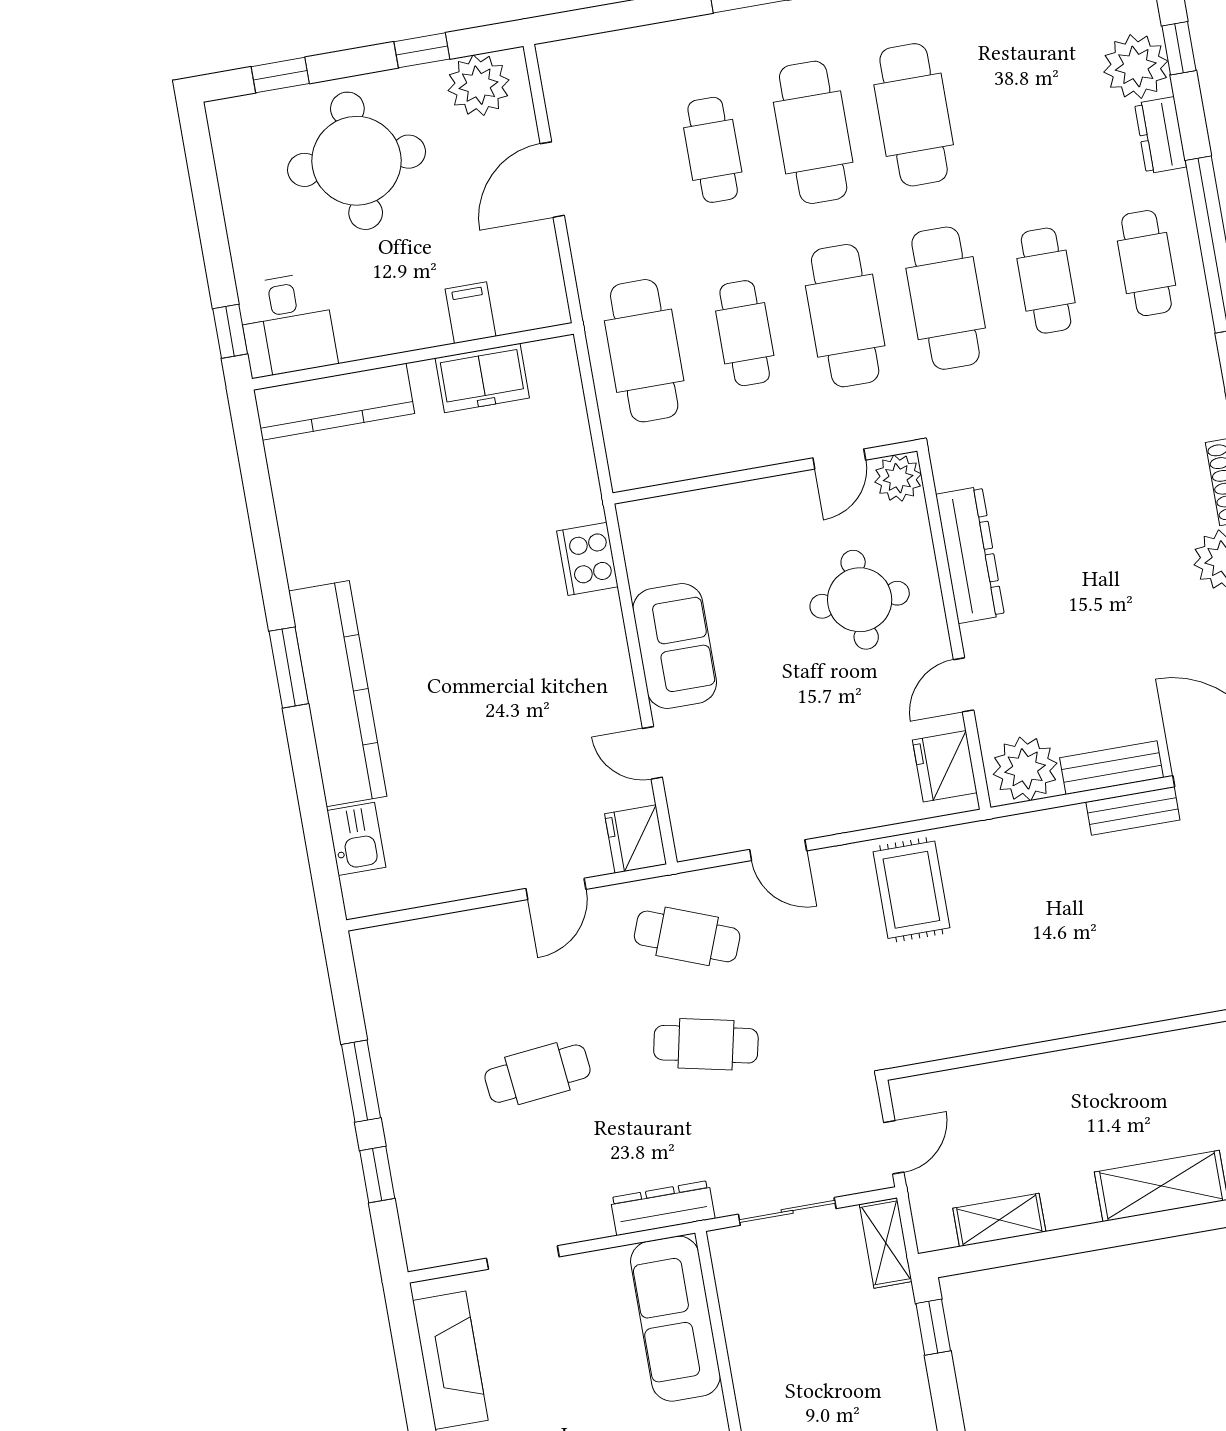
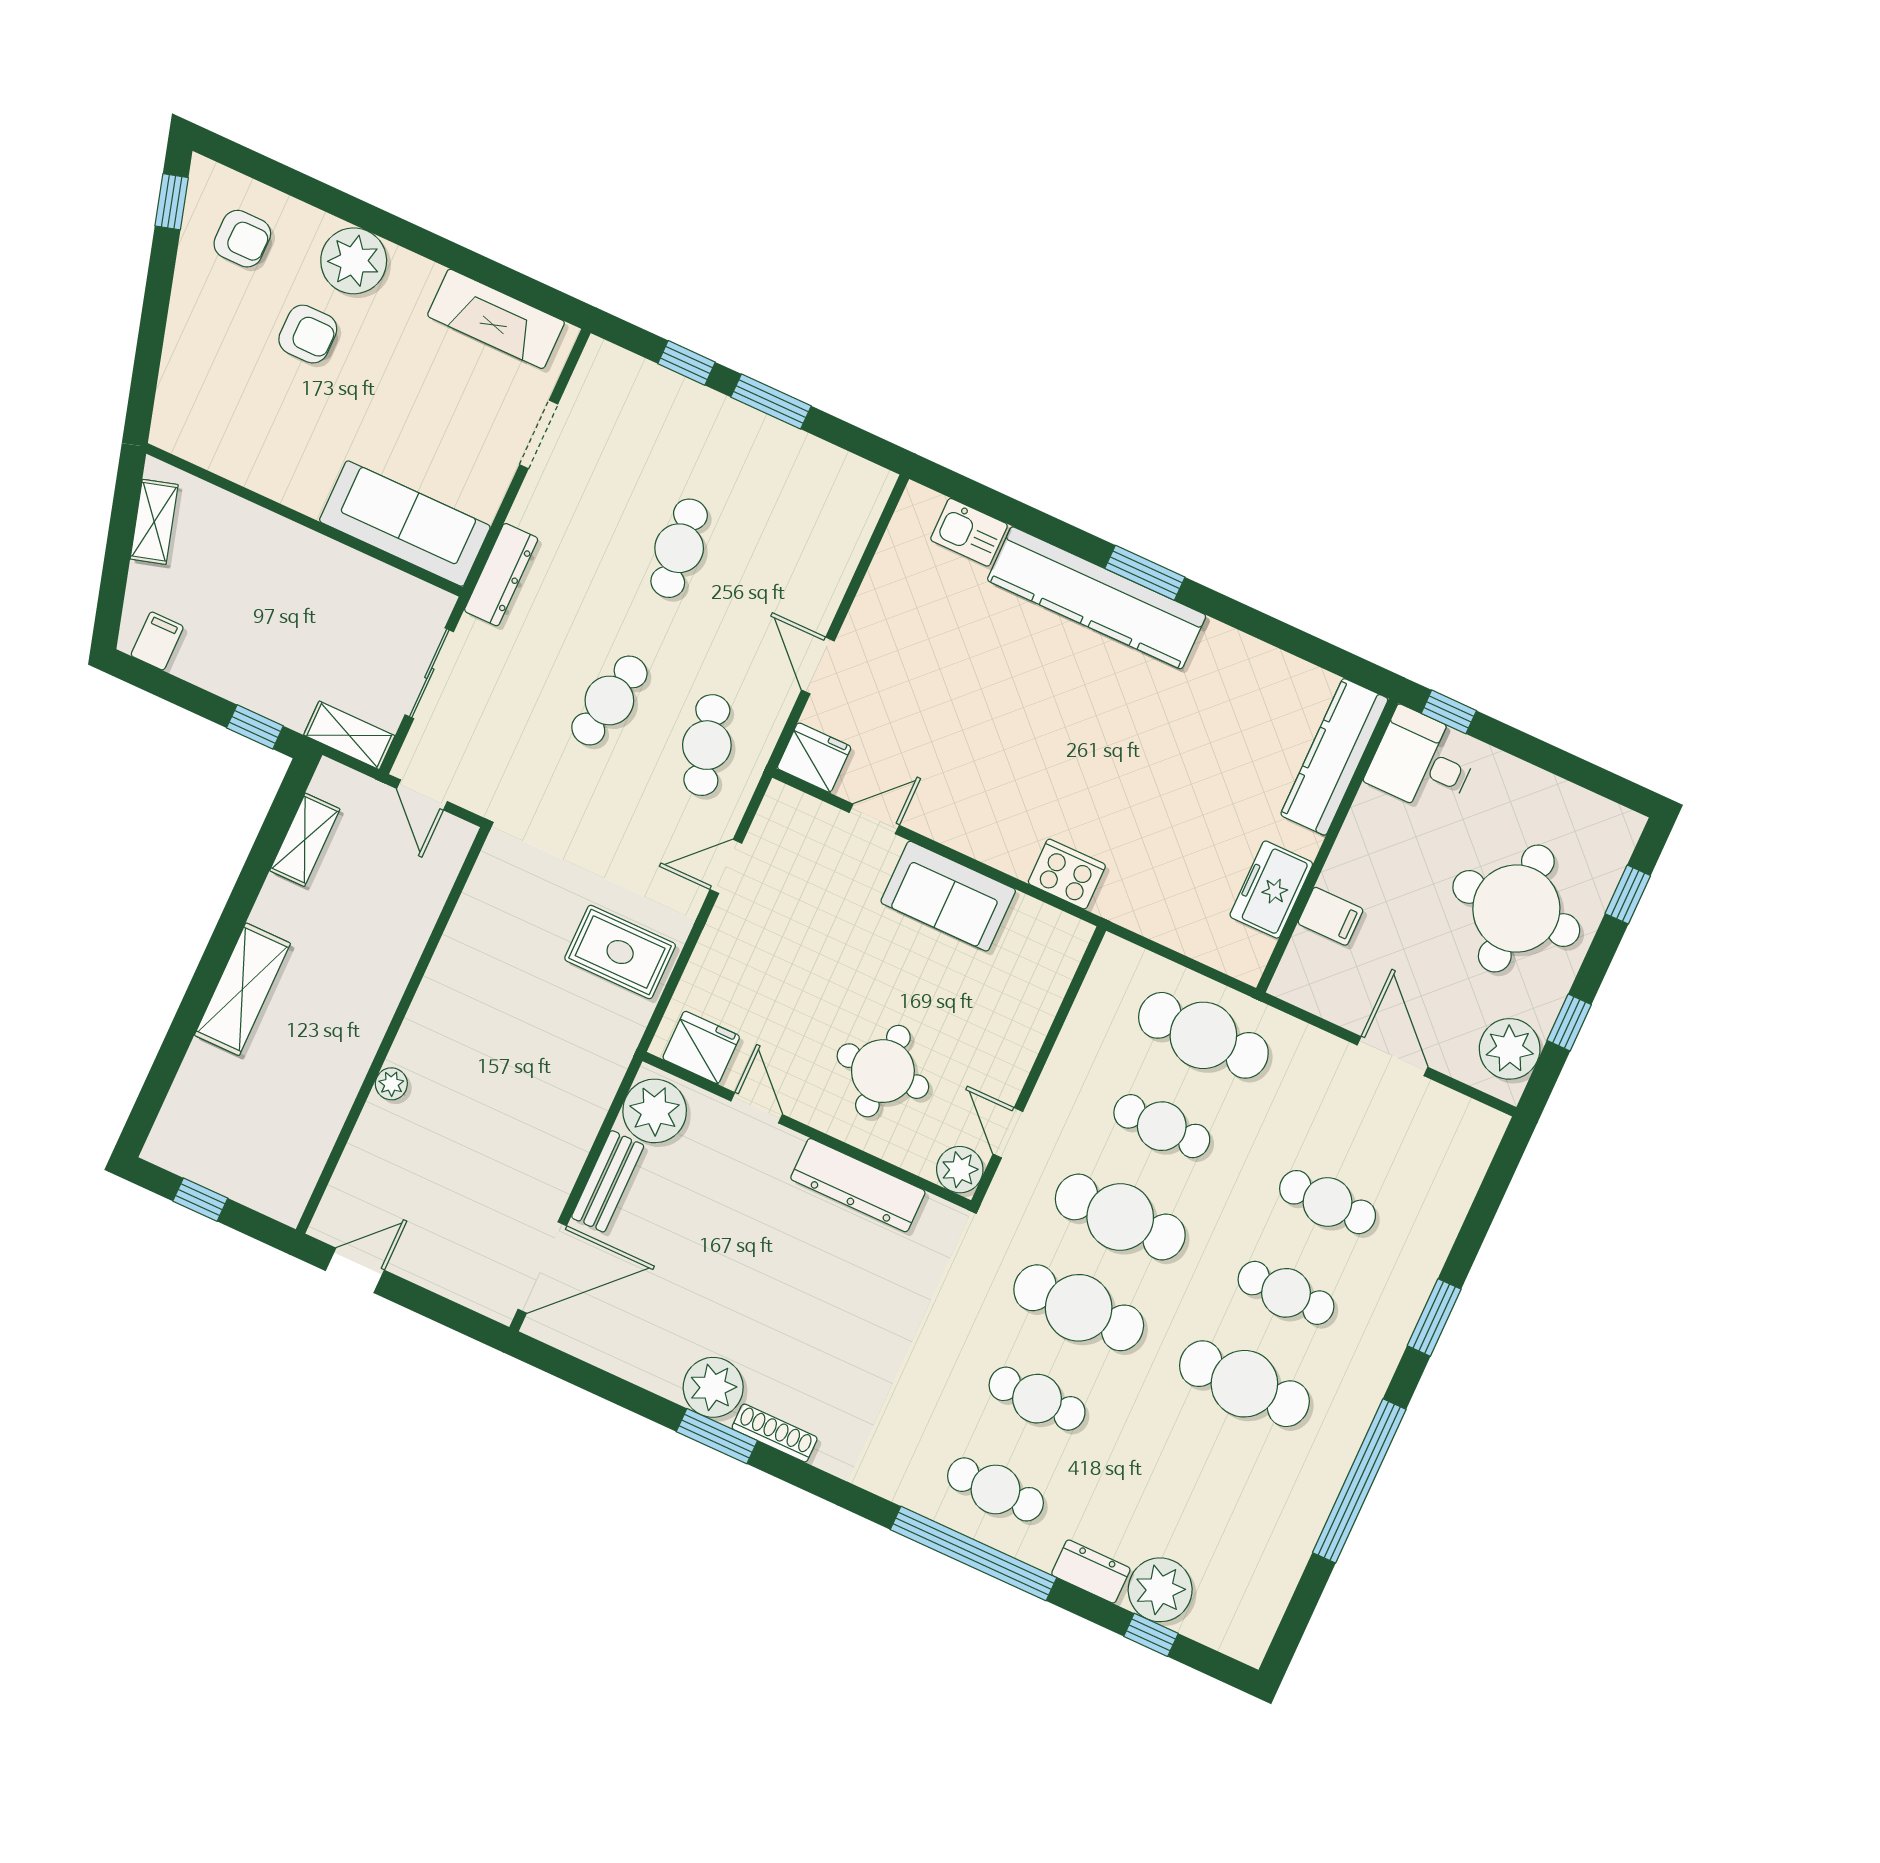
cafe table: (813, 132) -> (1286, 1293), width x0.73, depth x0.74
bench: (1133, 811) -> (561, 1174), removed
cafe table: (687, 936) -> (707, 745), turned -36
plant: (1155, 1006) -> (391, 1084), added

